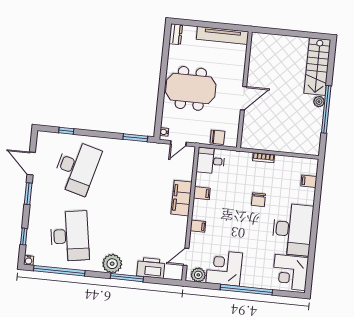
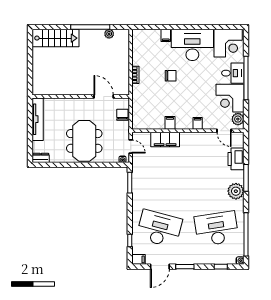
door: (243, 98) -> (104, 97), moved
plant: (319, 102) -> (109, 34), moved
filing cabinet: (42, 139) -> (139, 259), added
desk: (211, 161) -> (233, 73), moved, turned -90
filing cabinet: (309, 181) -> (166, 35), moved
filing cabinet: (181, 198) -> (165, 139), moved

